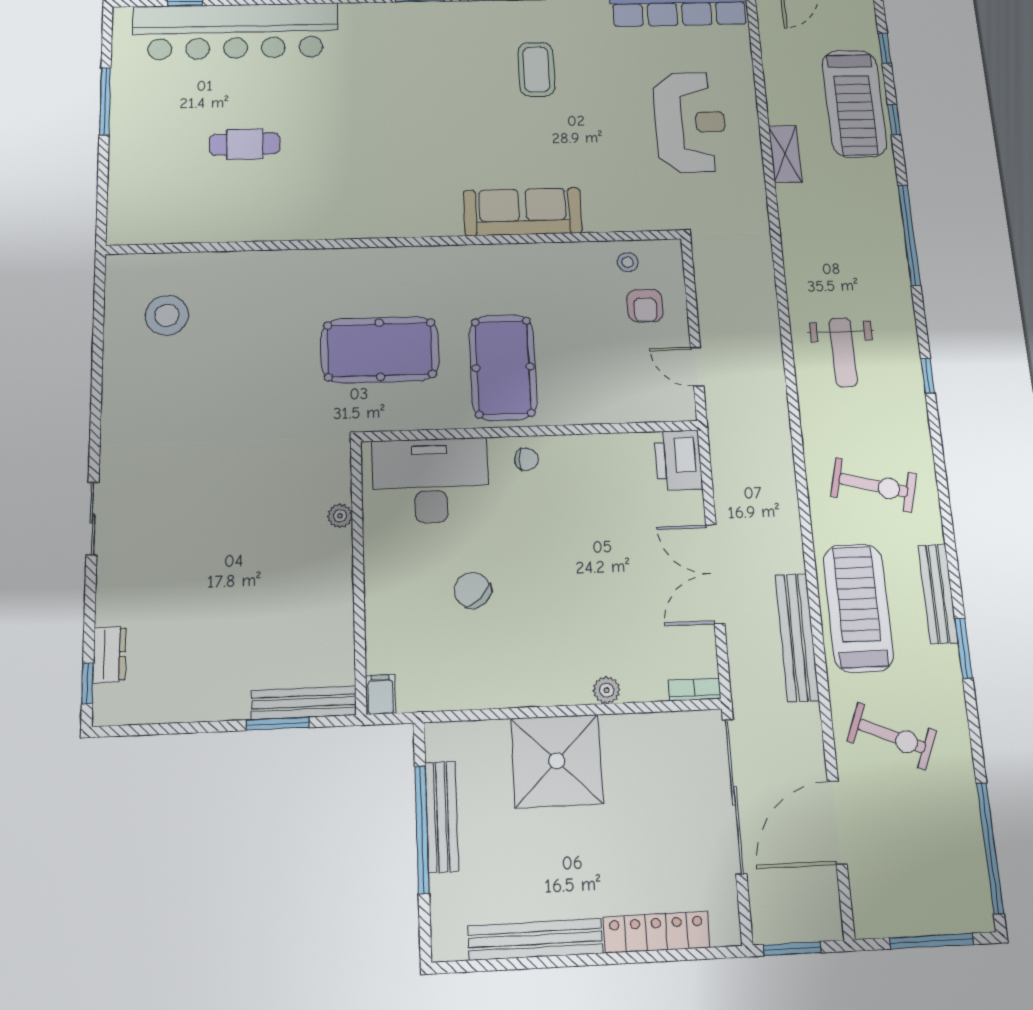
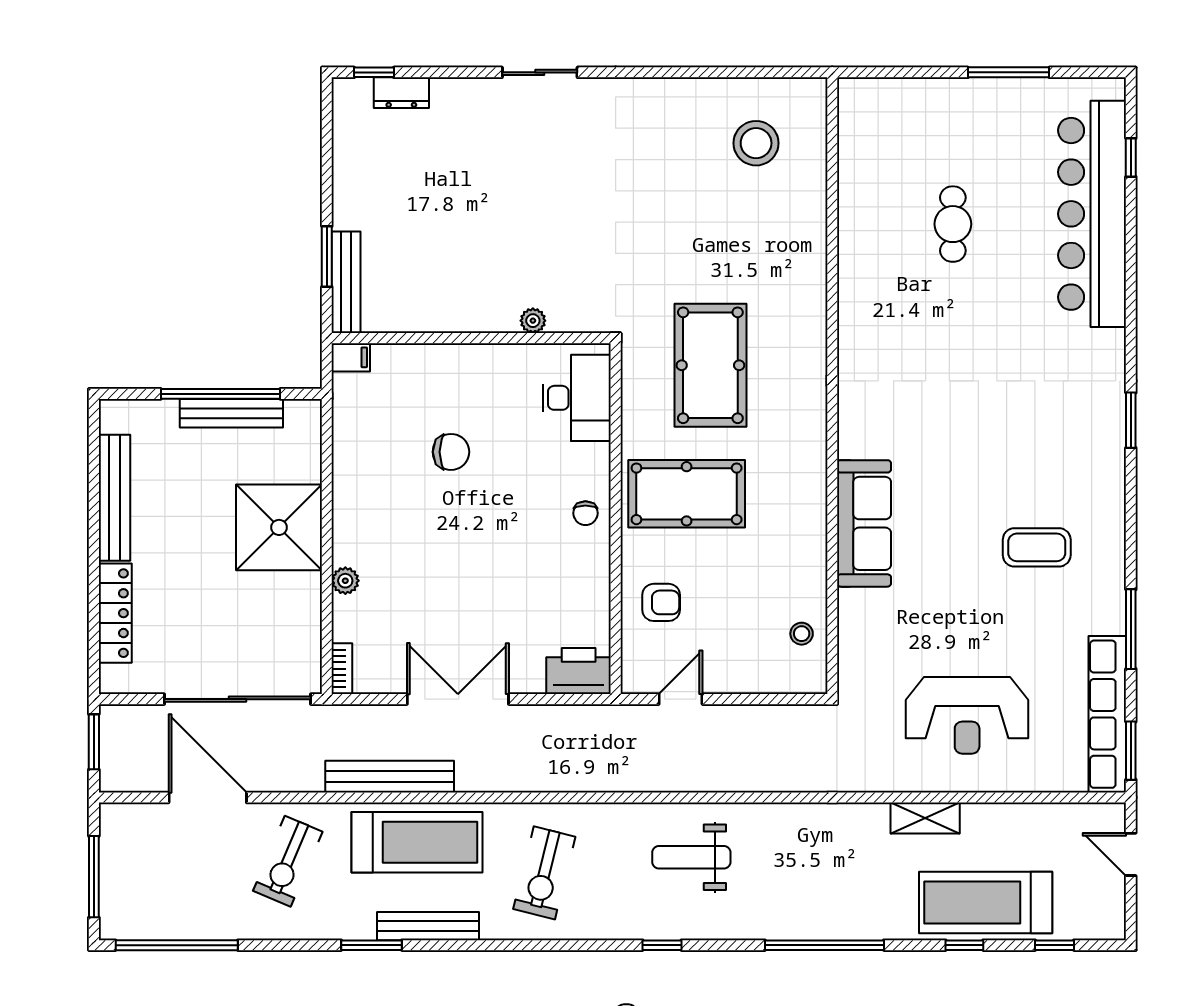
armchair: (645, 306) -> (661, 602), moved, turned 180
desk: (431, 481) -> (577, 398), width x0.73, depth x0.77
chair: (472, 590) -> (451, 452), turned 43

